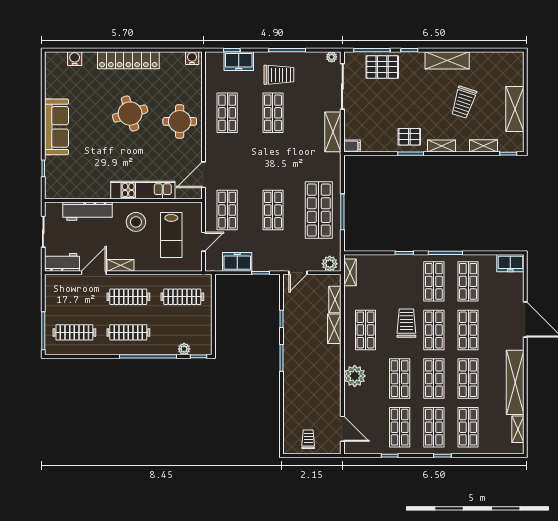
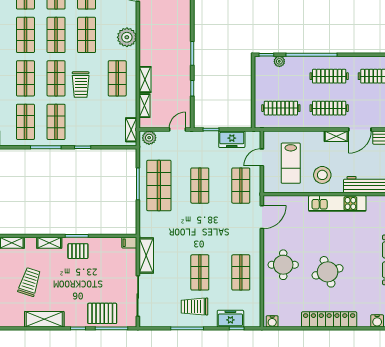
plant: (332, 57) -> (147, 322), removed
kitchen unit: (143, 190) -> (337, 203), moved
lab bench: (171, 235) -> (291, 163), turned 180

